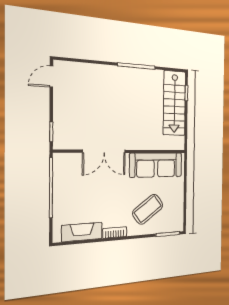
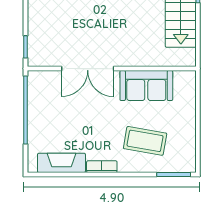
sofa: (156, 165) -> (146, 86), width x0.73
coffee table: (148, 209) -> (145, 141), turned 46

